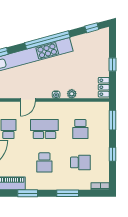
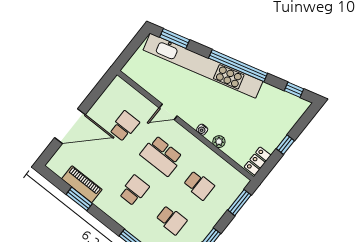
school desk: (44, 129) -> (162, 156), turned 180
school desk: (80, 129) -> (199, 185), turned -90
school desk: (44, 162) -> (134, 190), turned 180
window: (28, 193) -> (79, 199), moved

